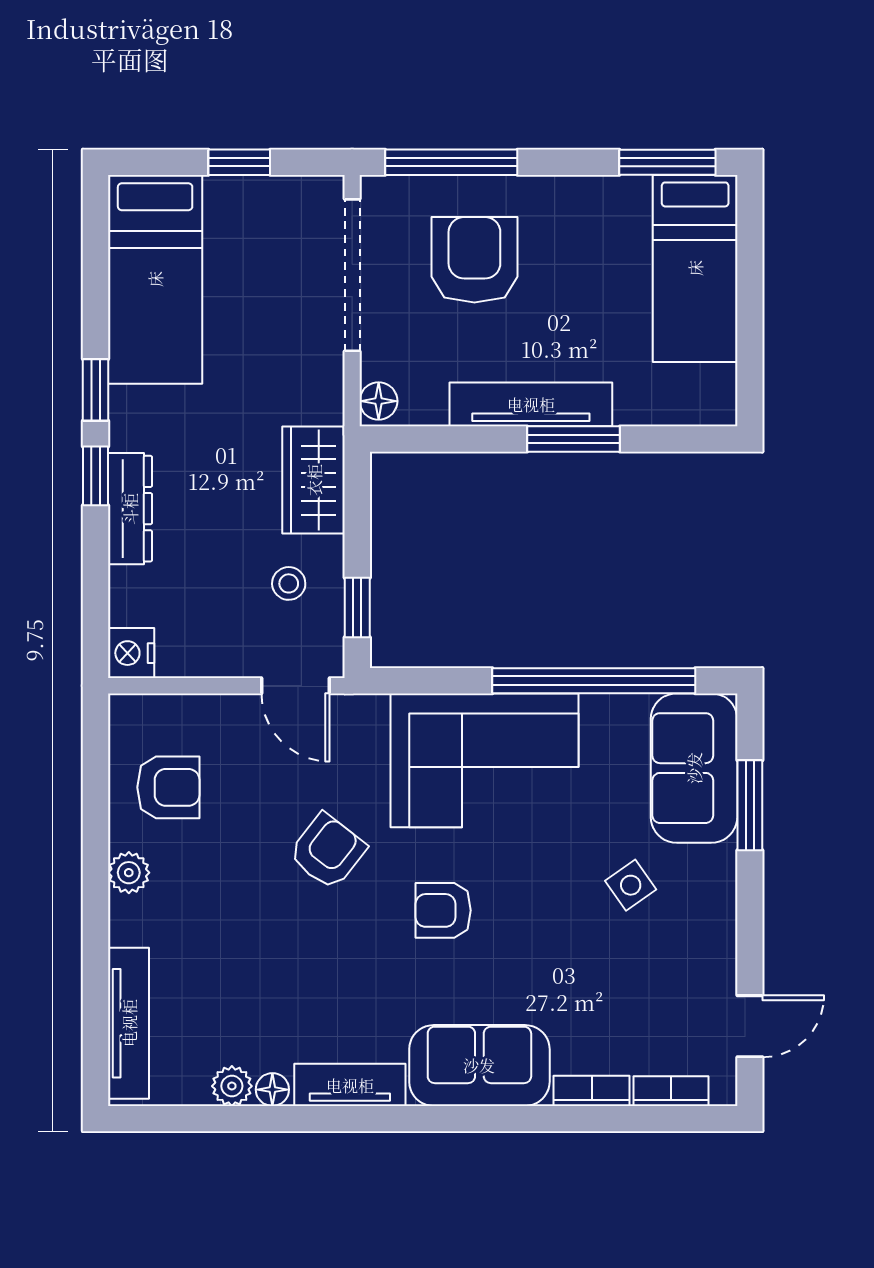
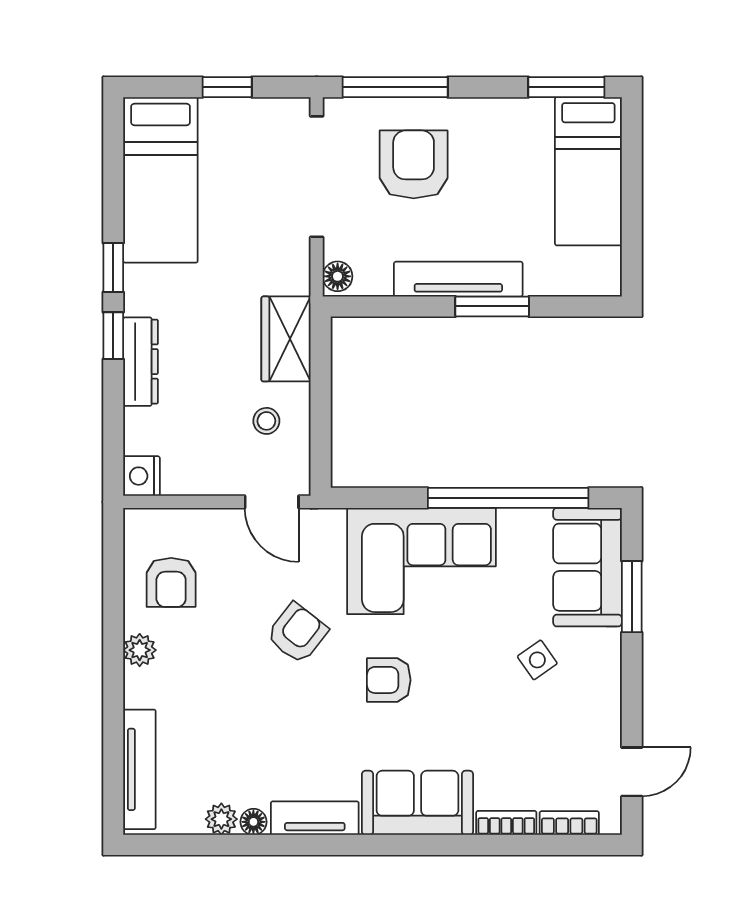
window: (357, 607) -> (321, 440), removed
armchair: (168, 787) -> (171, 582), turned 90

